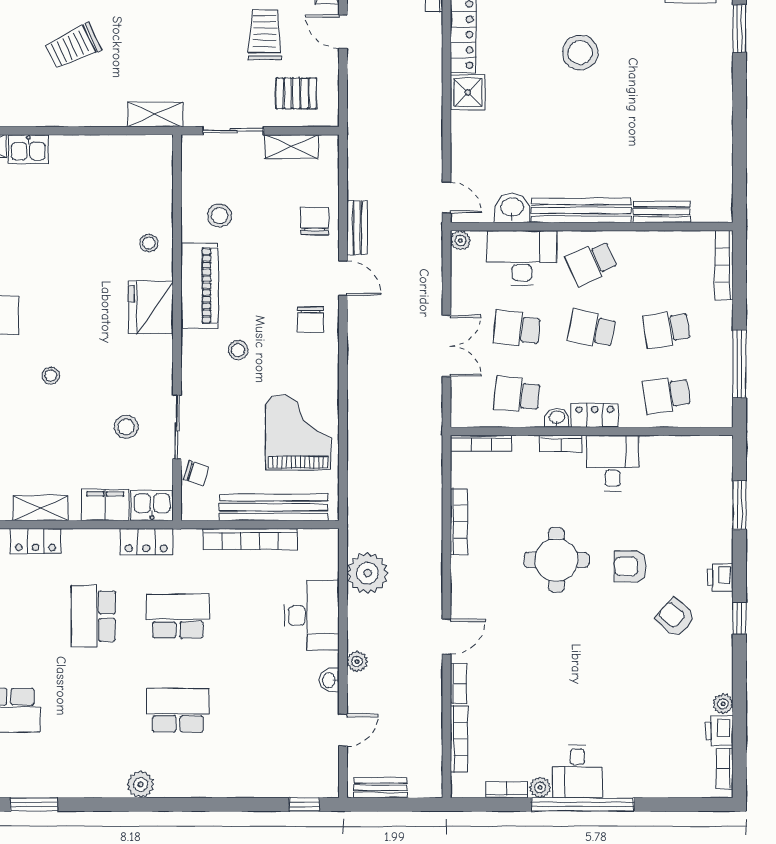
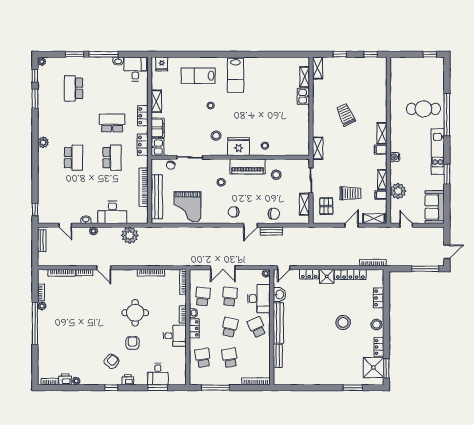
locker: (462, 135) -> (309, 274), added
stool: (126, 427) -> (216, 136), moved
grand piano: (298, 432) -> (187, 207), turned 90
locker: (35, 541) -> (143, 116), moved
desk: (577, 771) -> (158, 374), moved, turned -90

